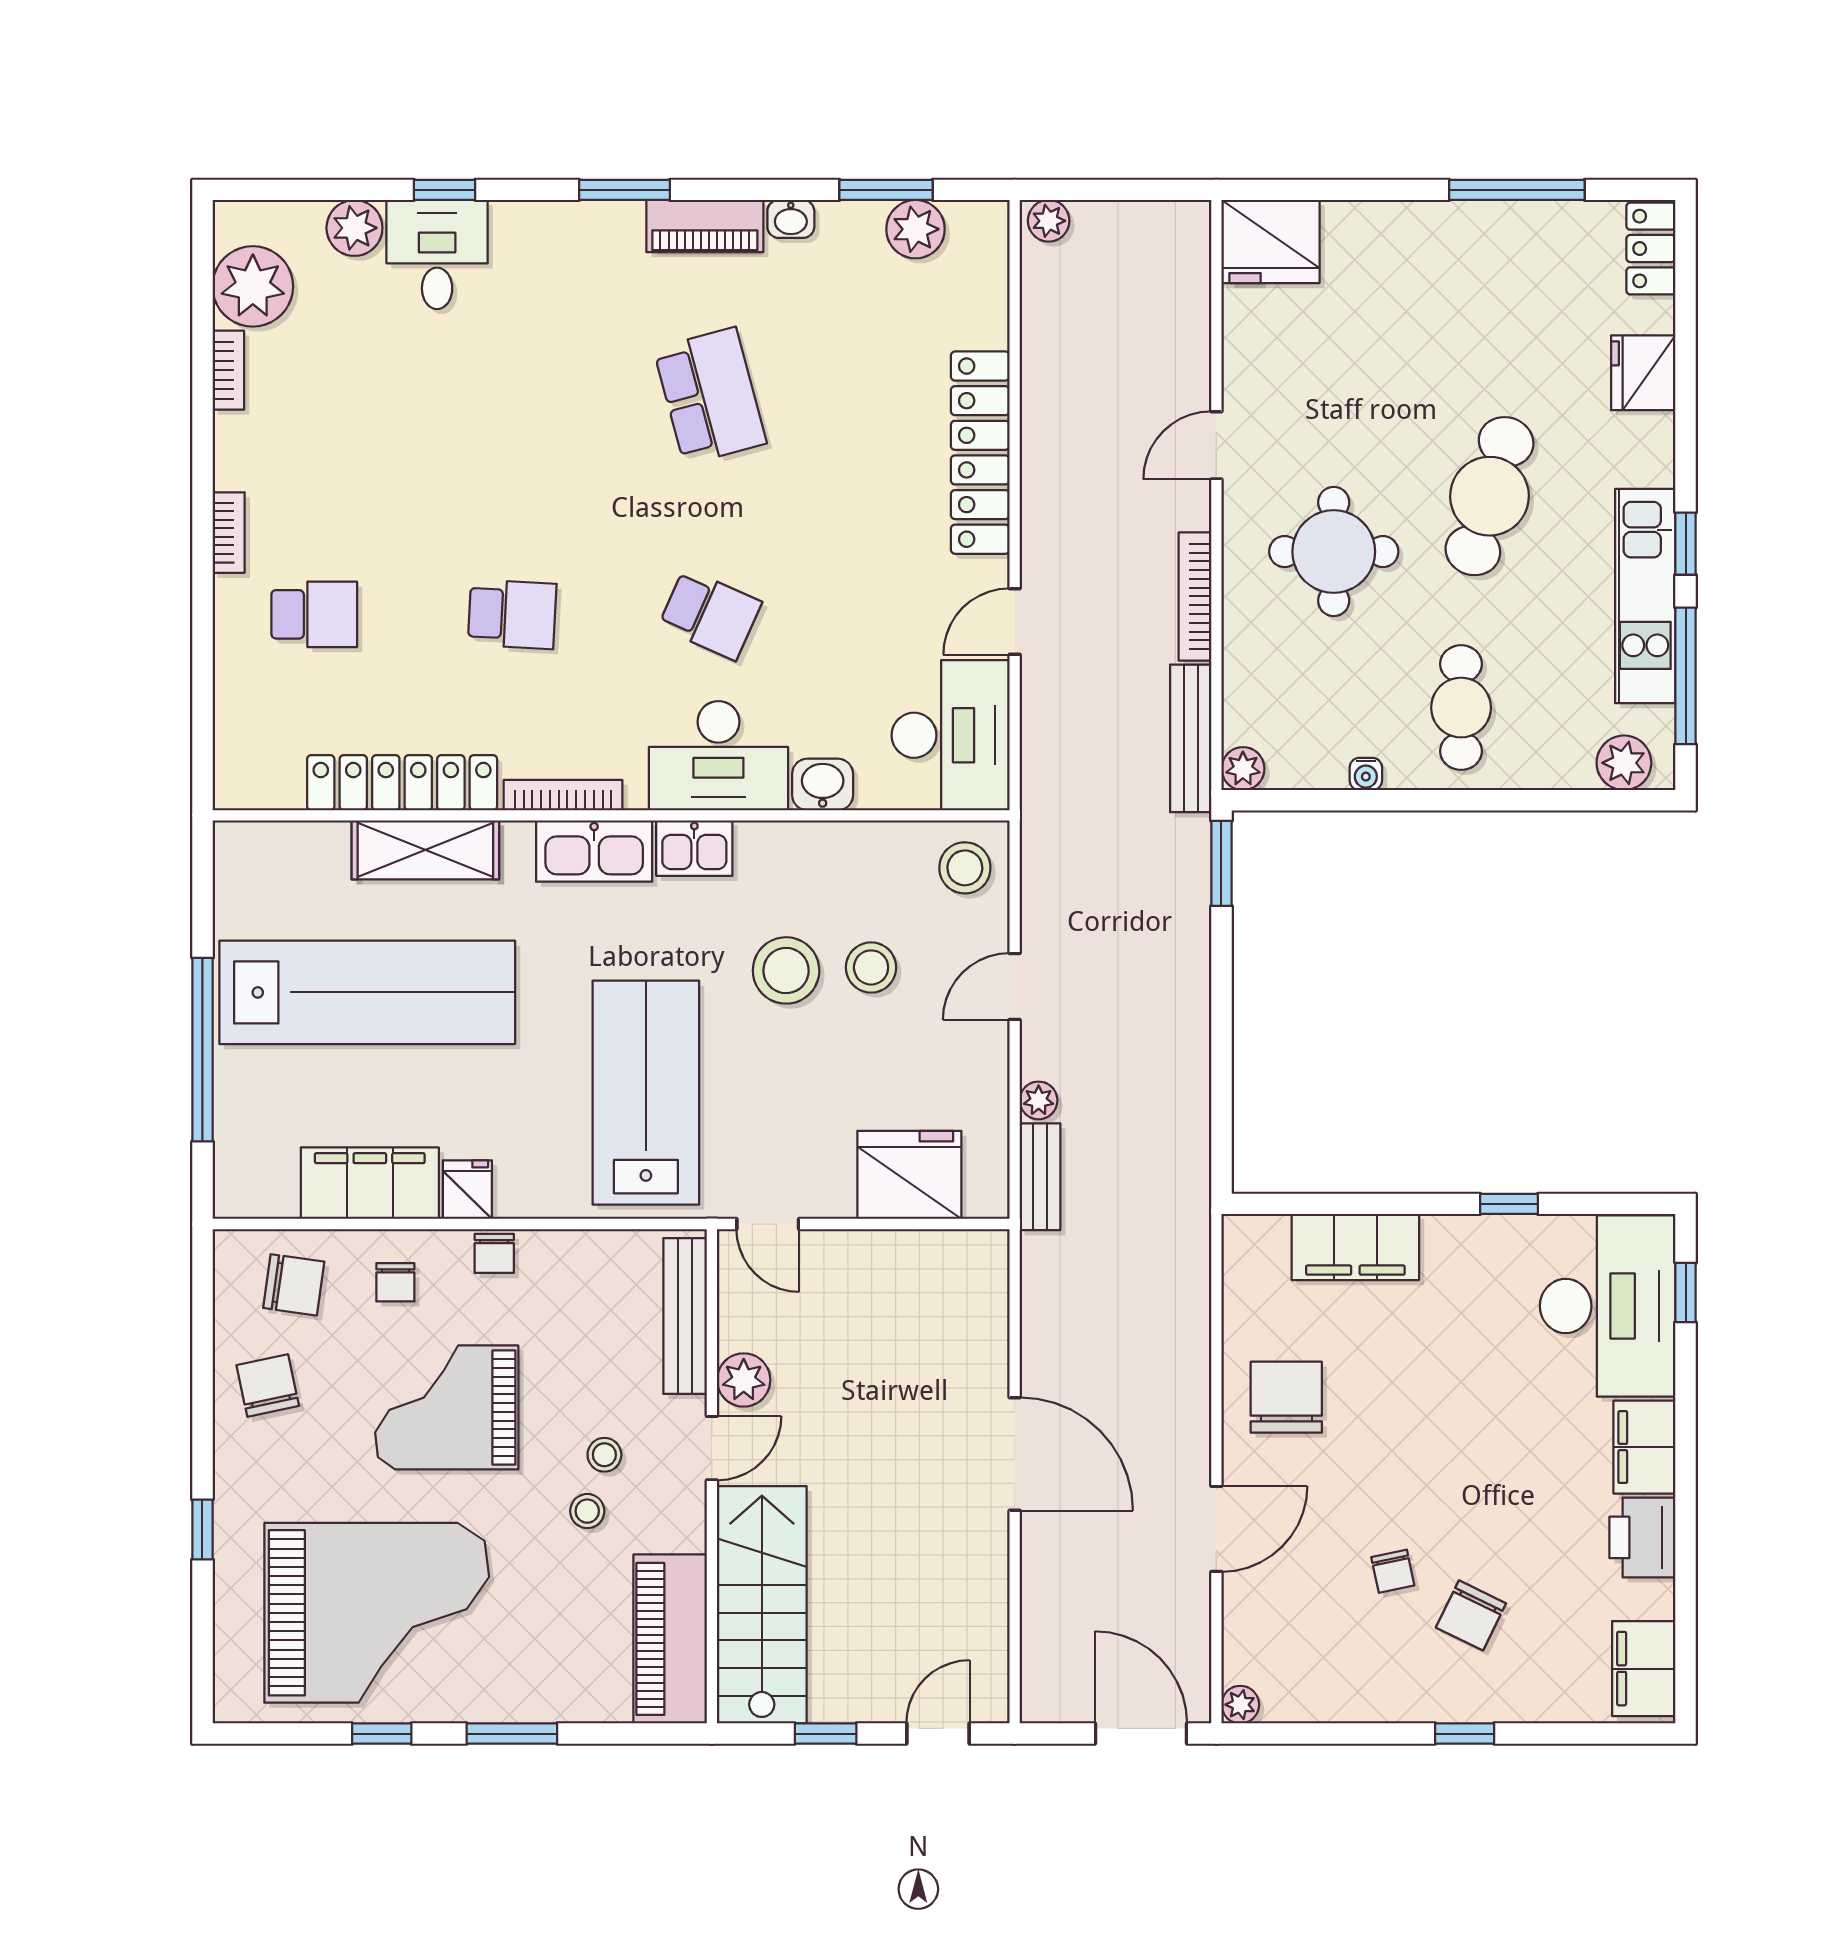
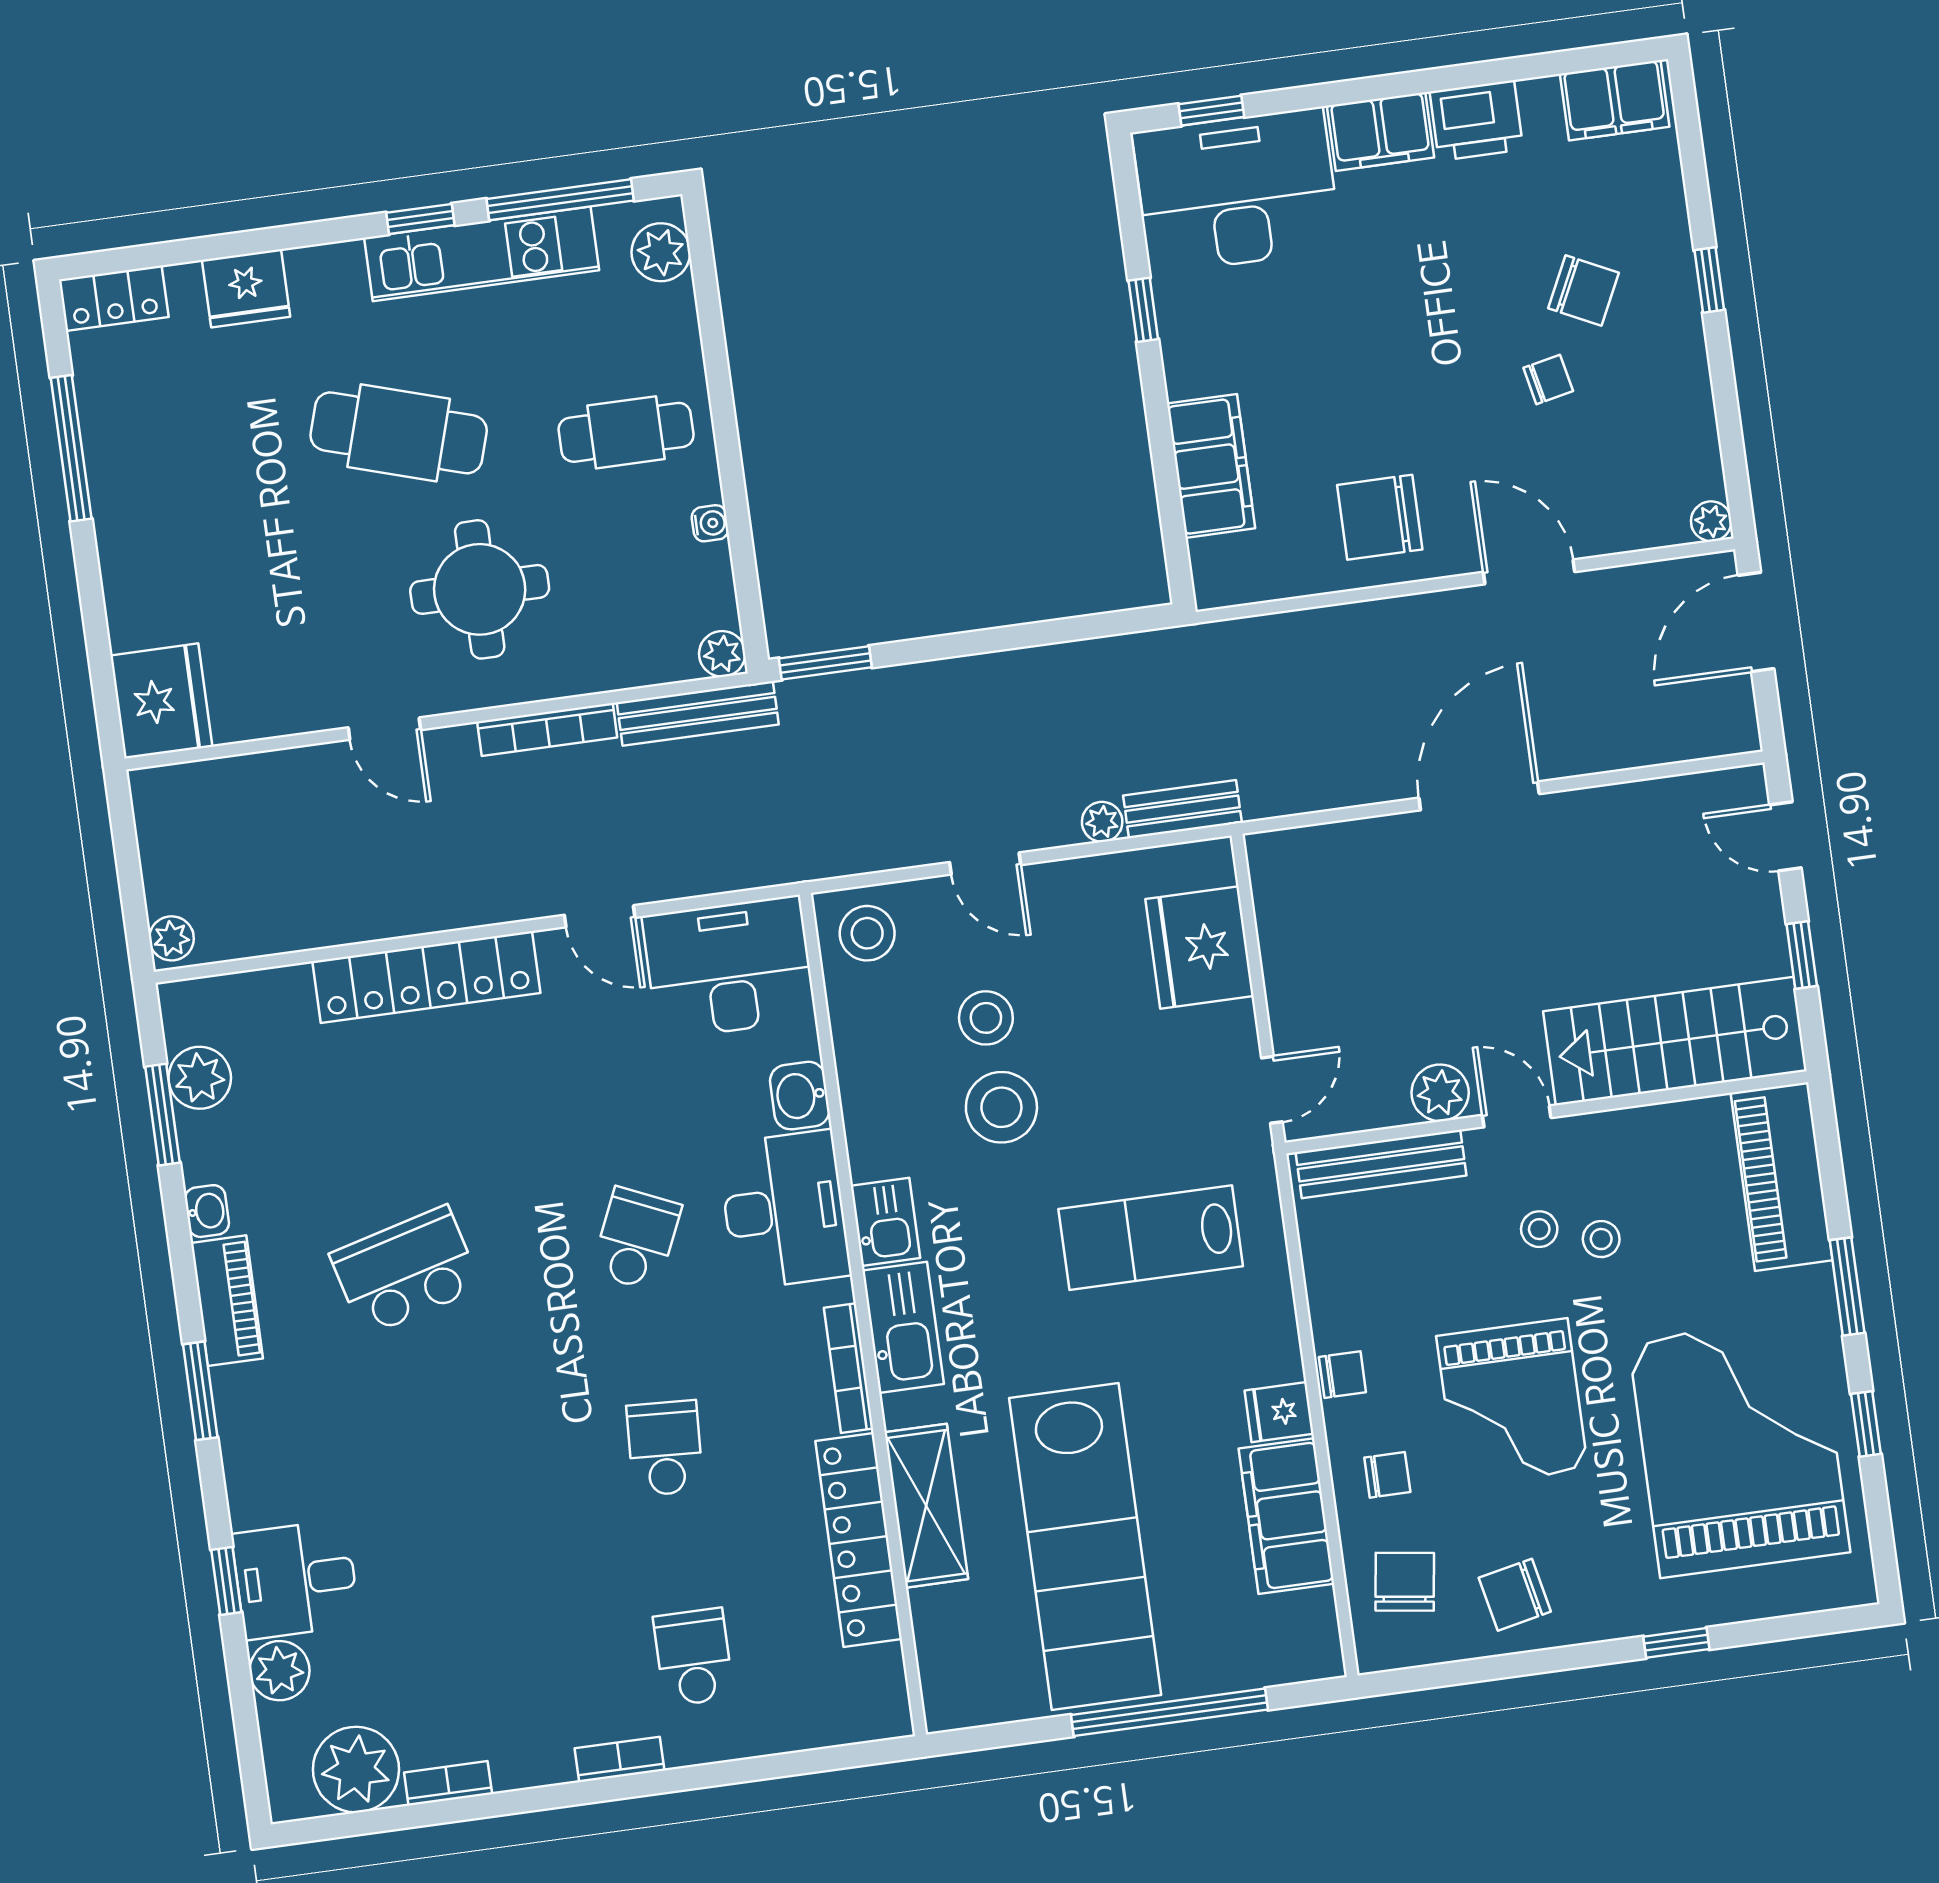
lab bench: (367, 992) -> (1085, 1547), turned 180
lab bench: (646, 1093) -> (1151, 1238), width x0.73, depth x0.72
piano: (670, 1639) -> (1782, 1176), moved, turned 90

